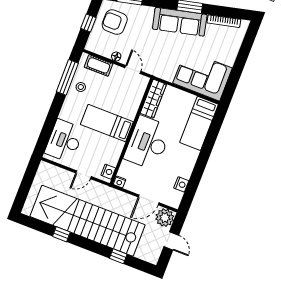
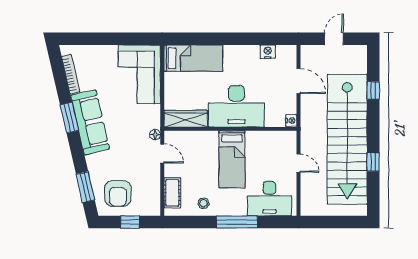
floor lamp: (116, 57) -> (155, 135), moved
door: (133, 69) -> (162, 154), swing flipped
window: (67, 77) -> (237, 222), moved
nightstand: (108, 172) -> (285, 137), removed
plant: (165, 218) -> (311, 56), removed

